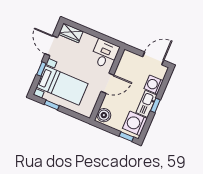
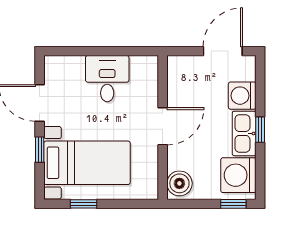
wardrobe: (71, 33) -> (64, 67), removed
desk: (105, 54) -> (107, 79), moved

